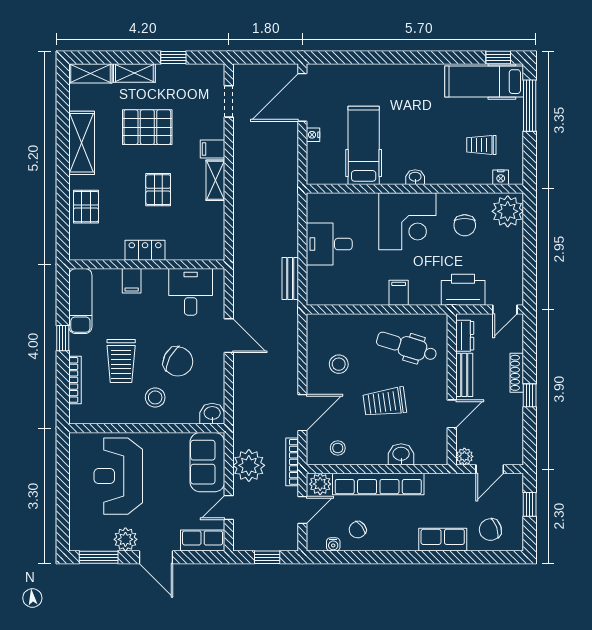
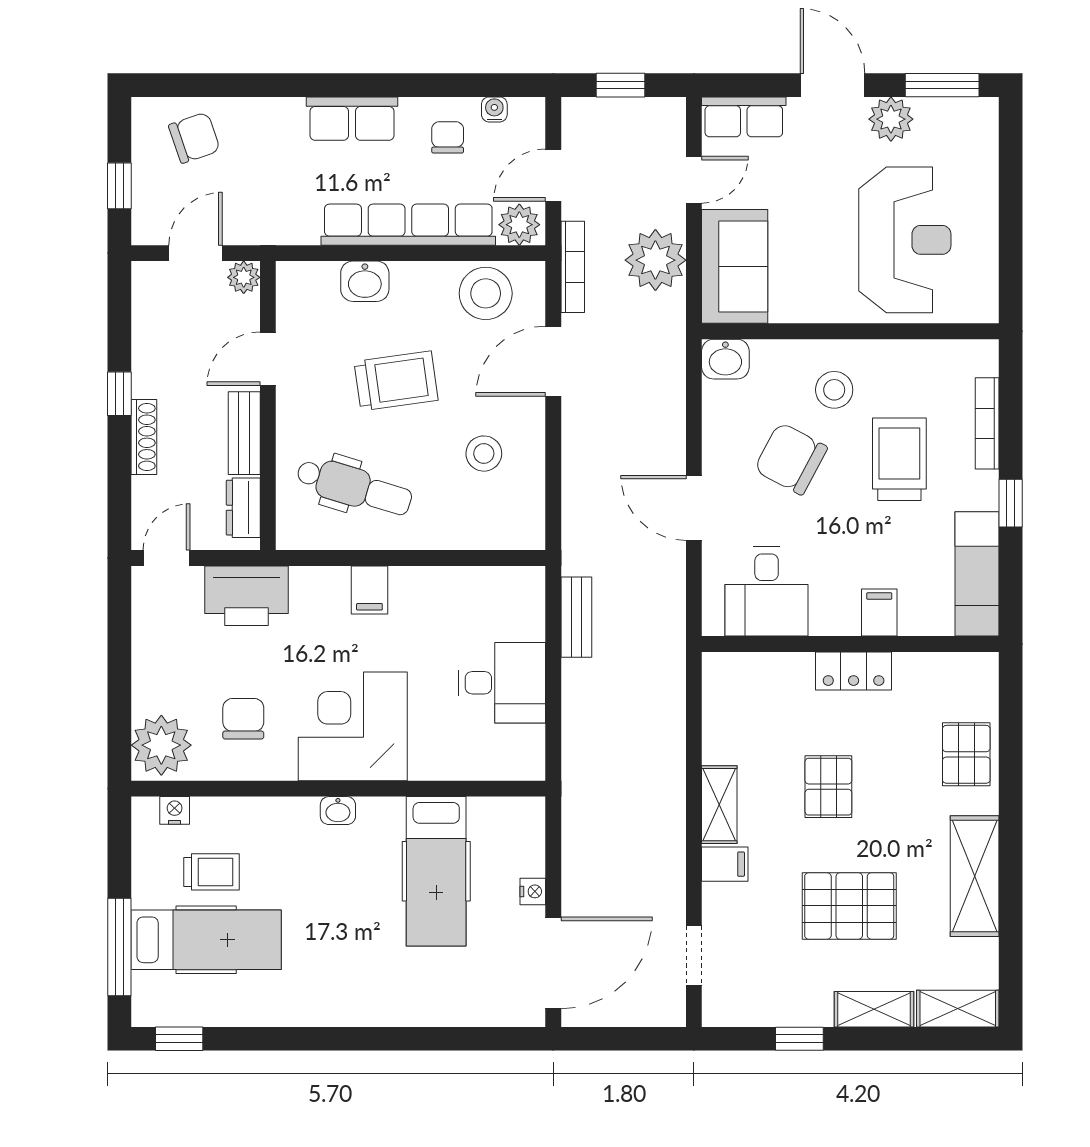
hospital bed: (484, 82) -> (206, 940), moved
stool: (338, 448) -> (486, 293), width x1.89, depth x1.89
chair: (358, 530) -> (448, 137), turned -52
row of seats: (443, 540) -> (352, 119), moved

